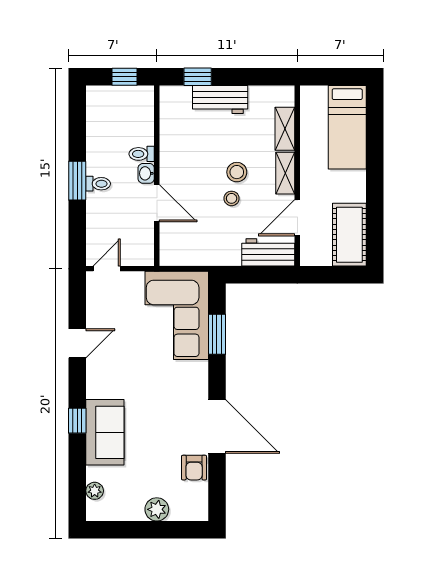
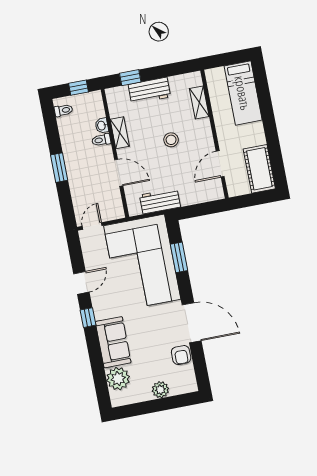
washbasin: (146, 173) -> (102, 126), moved
shelving: (285, 173) -> (120, 133), moved
toilet: (98, 184) -> (63, 110), moved
stool: (232, 198) -> (171, 159), removed
workbench: (268, 252) -> (160, 201), moved
corner sofa: (177, 315) -> (142, 262), width x1.36, depth x1.36
window: (77, 421) -> (88, 318), moved
plant: (95, 491) -> (118, 379), width x1.88, depth x1.88

